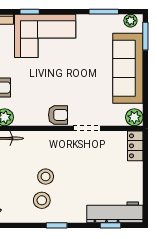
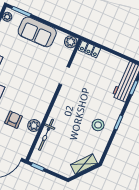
sofa: (128, 68) -> (37, 32), width x0.73
armchair: (58, 115) -> (47, 90), removed
stool: (46, 177) -> (84, 116), removed

